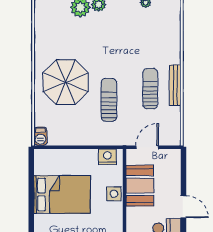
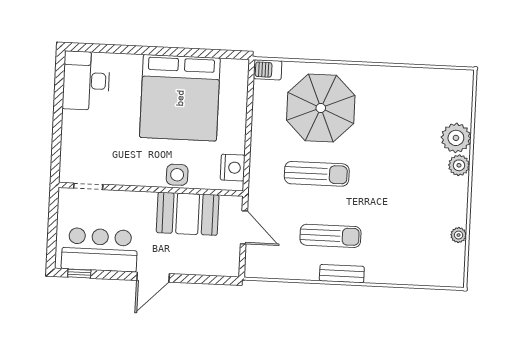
parasol: (66, 82) -> (321, 108), moved
bench: (175, 85) -> (342, 274), width x0.73
bed: (62, 194) -> (180, 98), width x1.36

